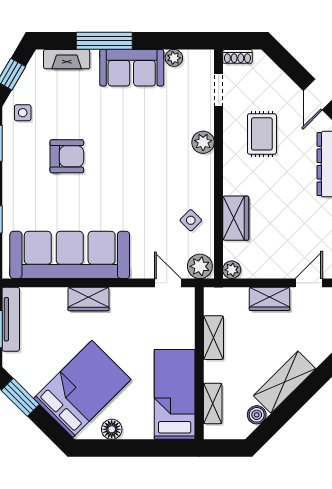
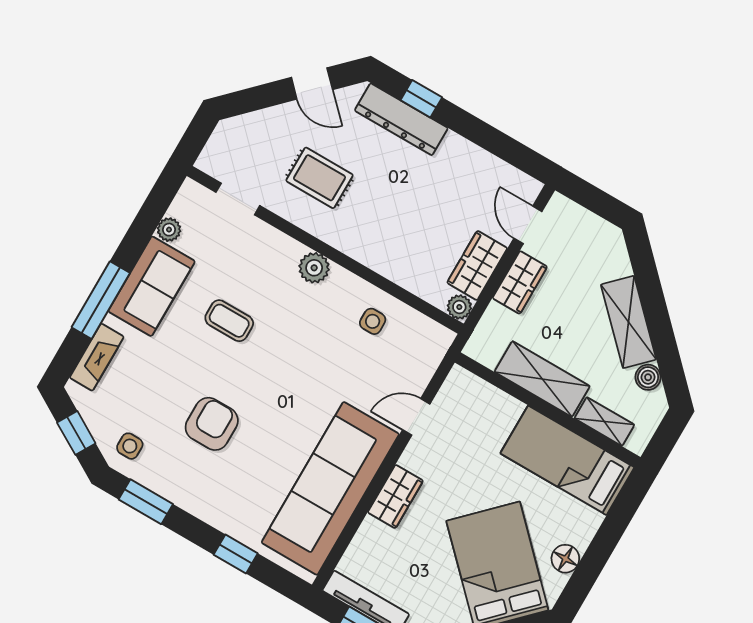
shoe rack: (237, 56) -> (211, 153), removed
coffee table: (138, 129) -> (229, 321), added
plant: (203, 142) -> (314, 268), moved
wardrobe: (236, 218) -> (477, 265), moved, turned -90
side table: (191, 220) -> (373, 321), turned 45
plant: (200, 266) -> (433, 342), removed
door: (168, 283) -> (416, 417), moved
shelving: (213, 338) -> (542, 379), width x1.50, depth x1.33

